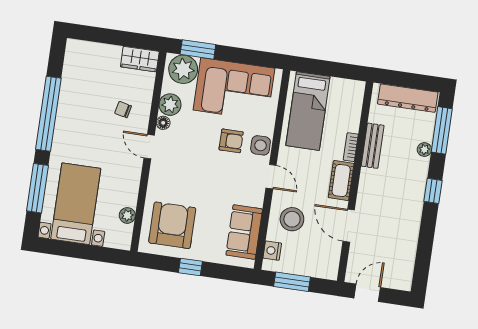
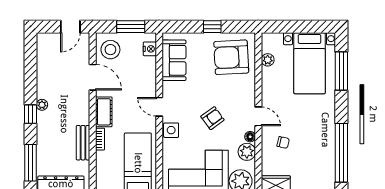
window: (48, 114) -> (341, 153), moved
armchair: (231, 141) -> (212, 118), moved, turned 144
plant: (424, 150) -> (42, 105), moved
stool: (292, 219) -> (110, 50), moved
armchair: (172, 225) -> (231, 57), turned 87

